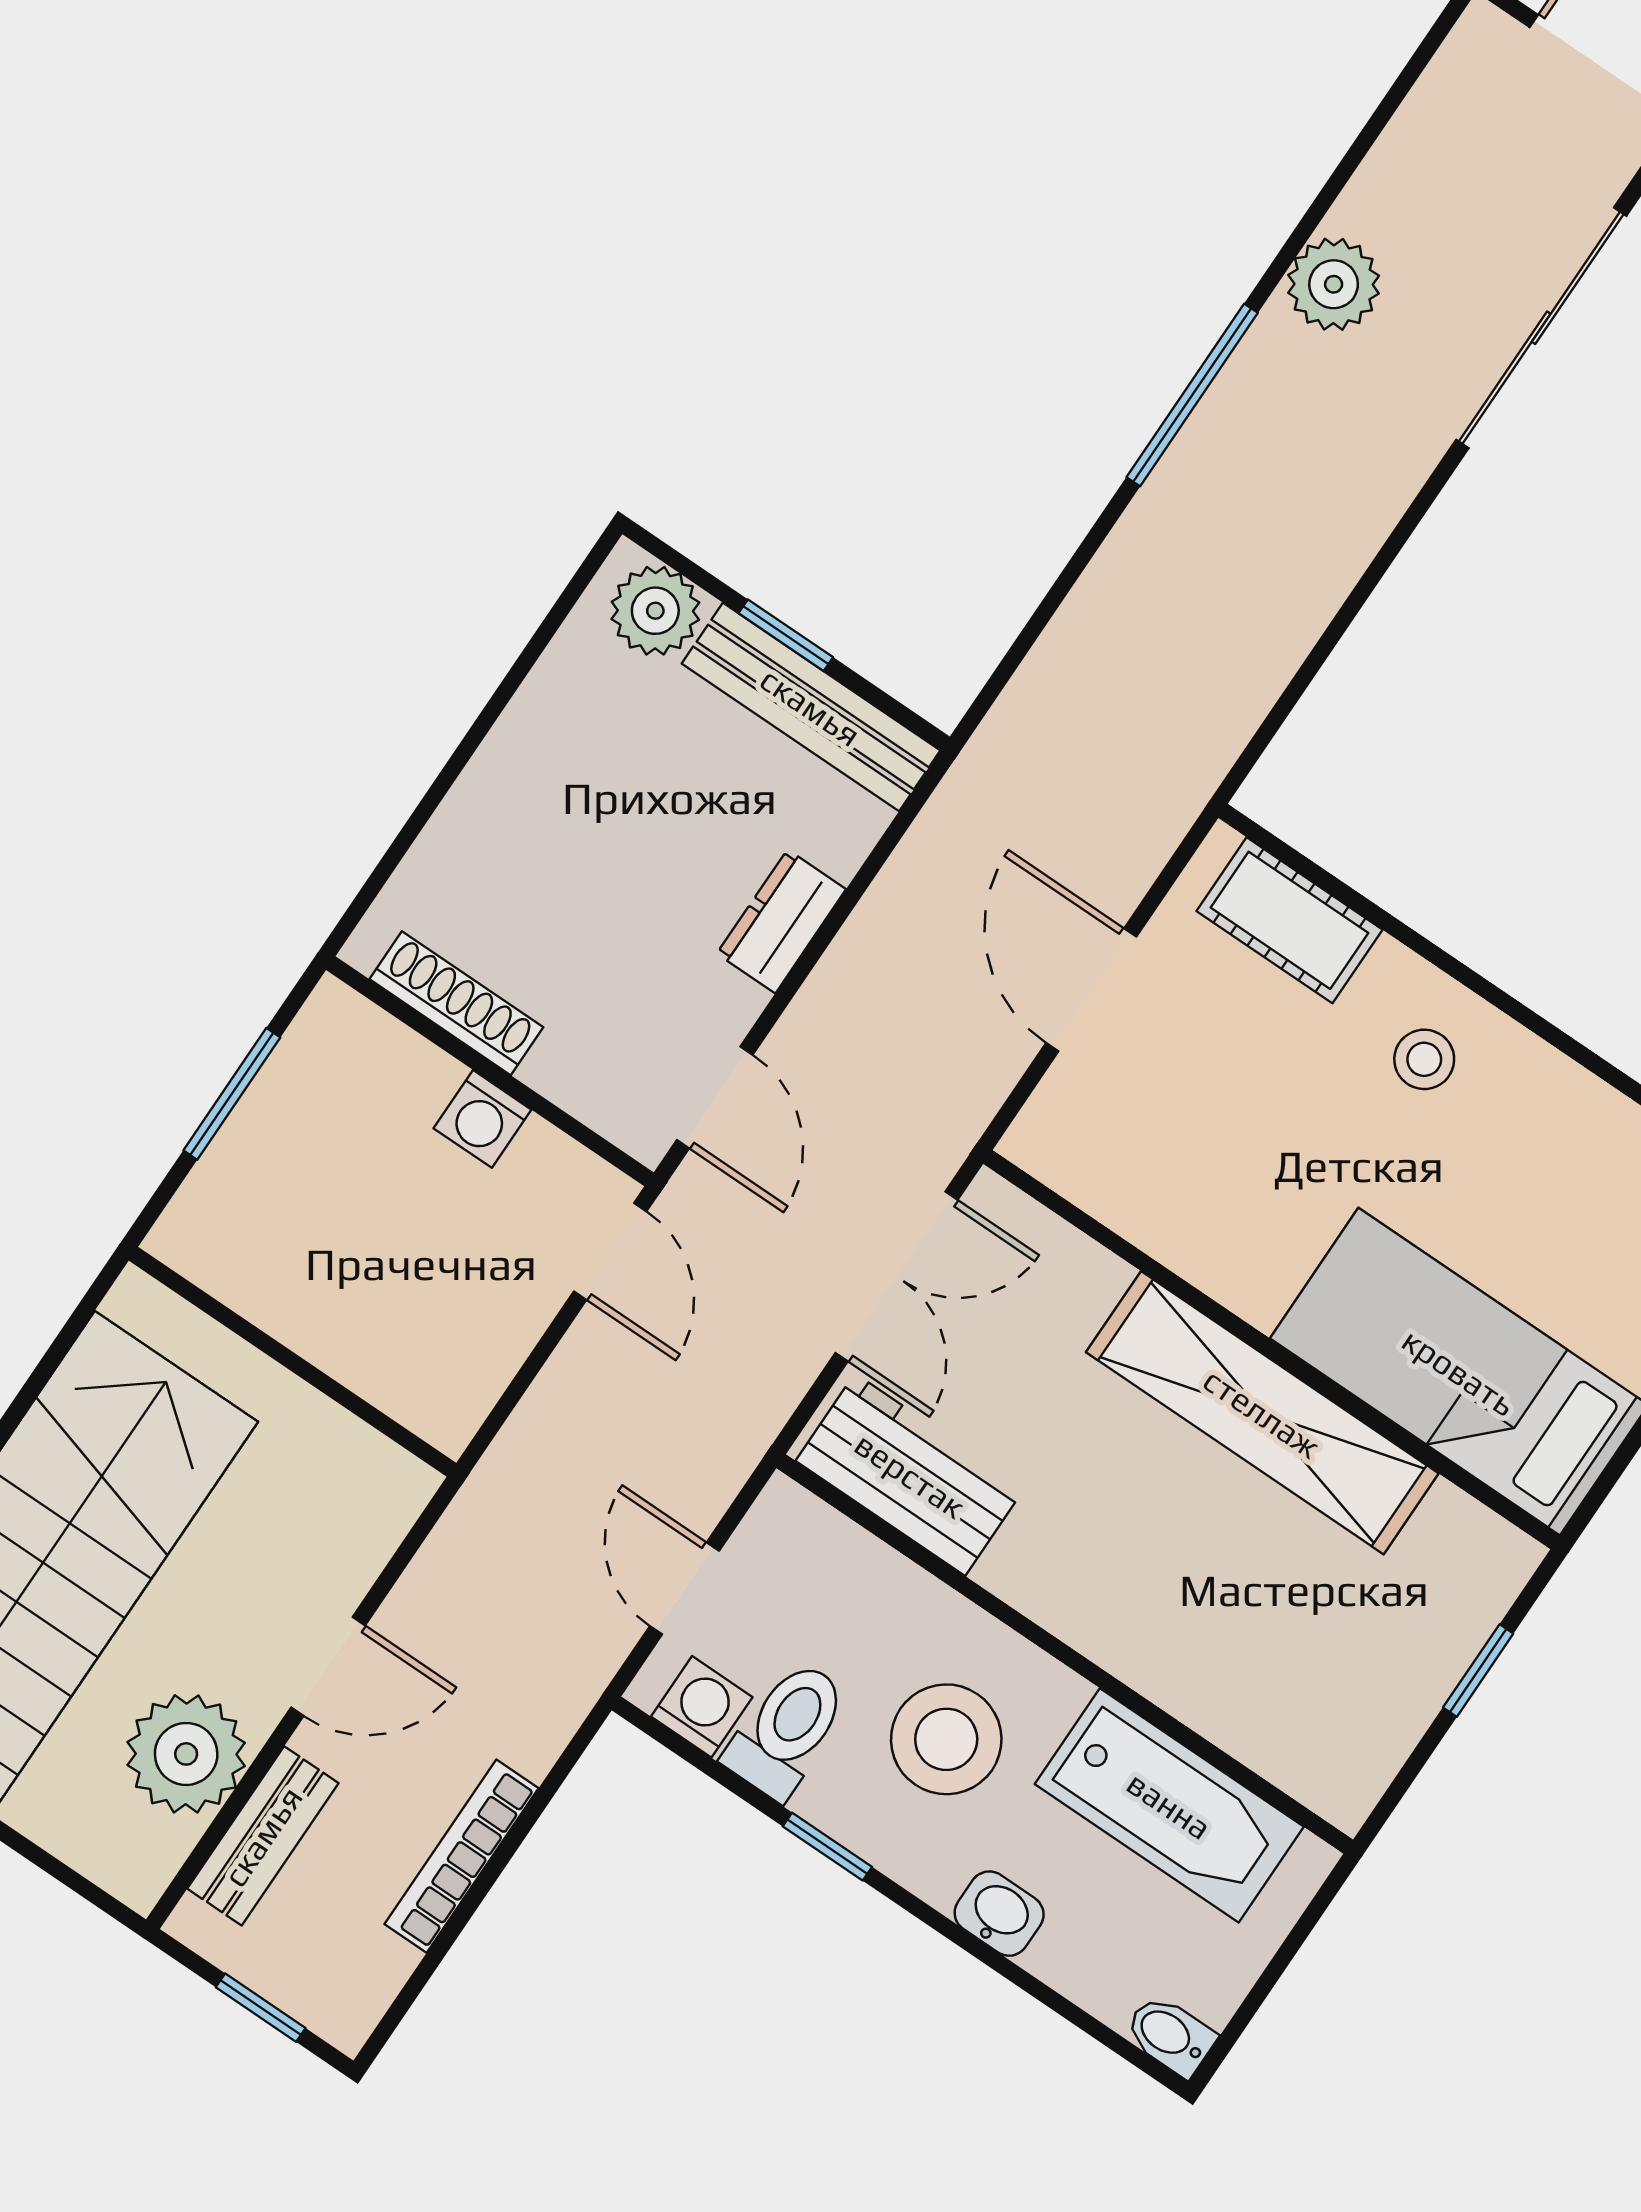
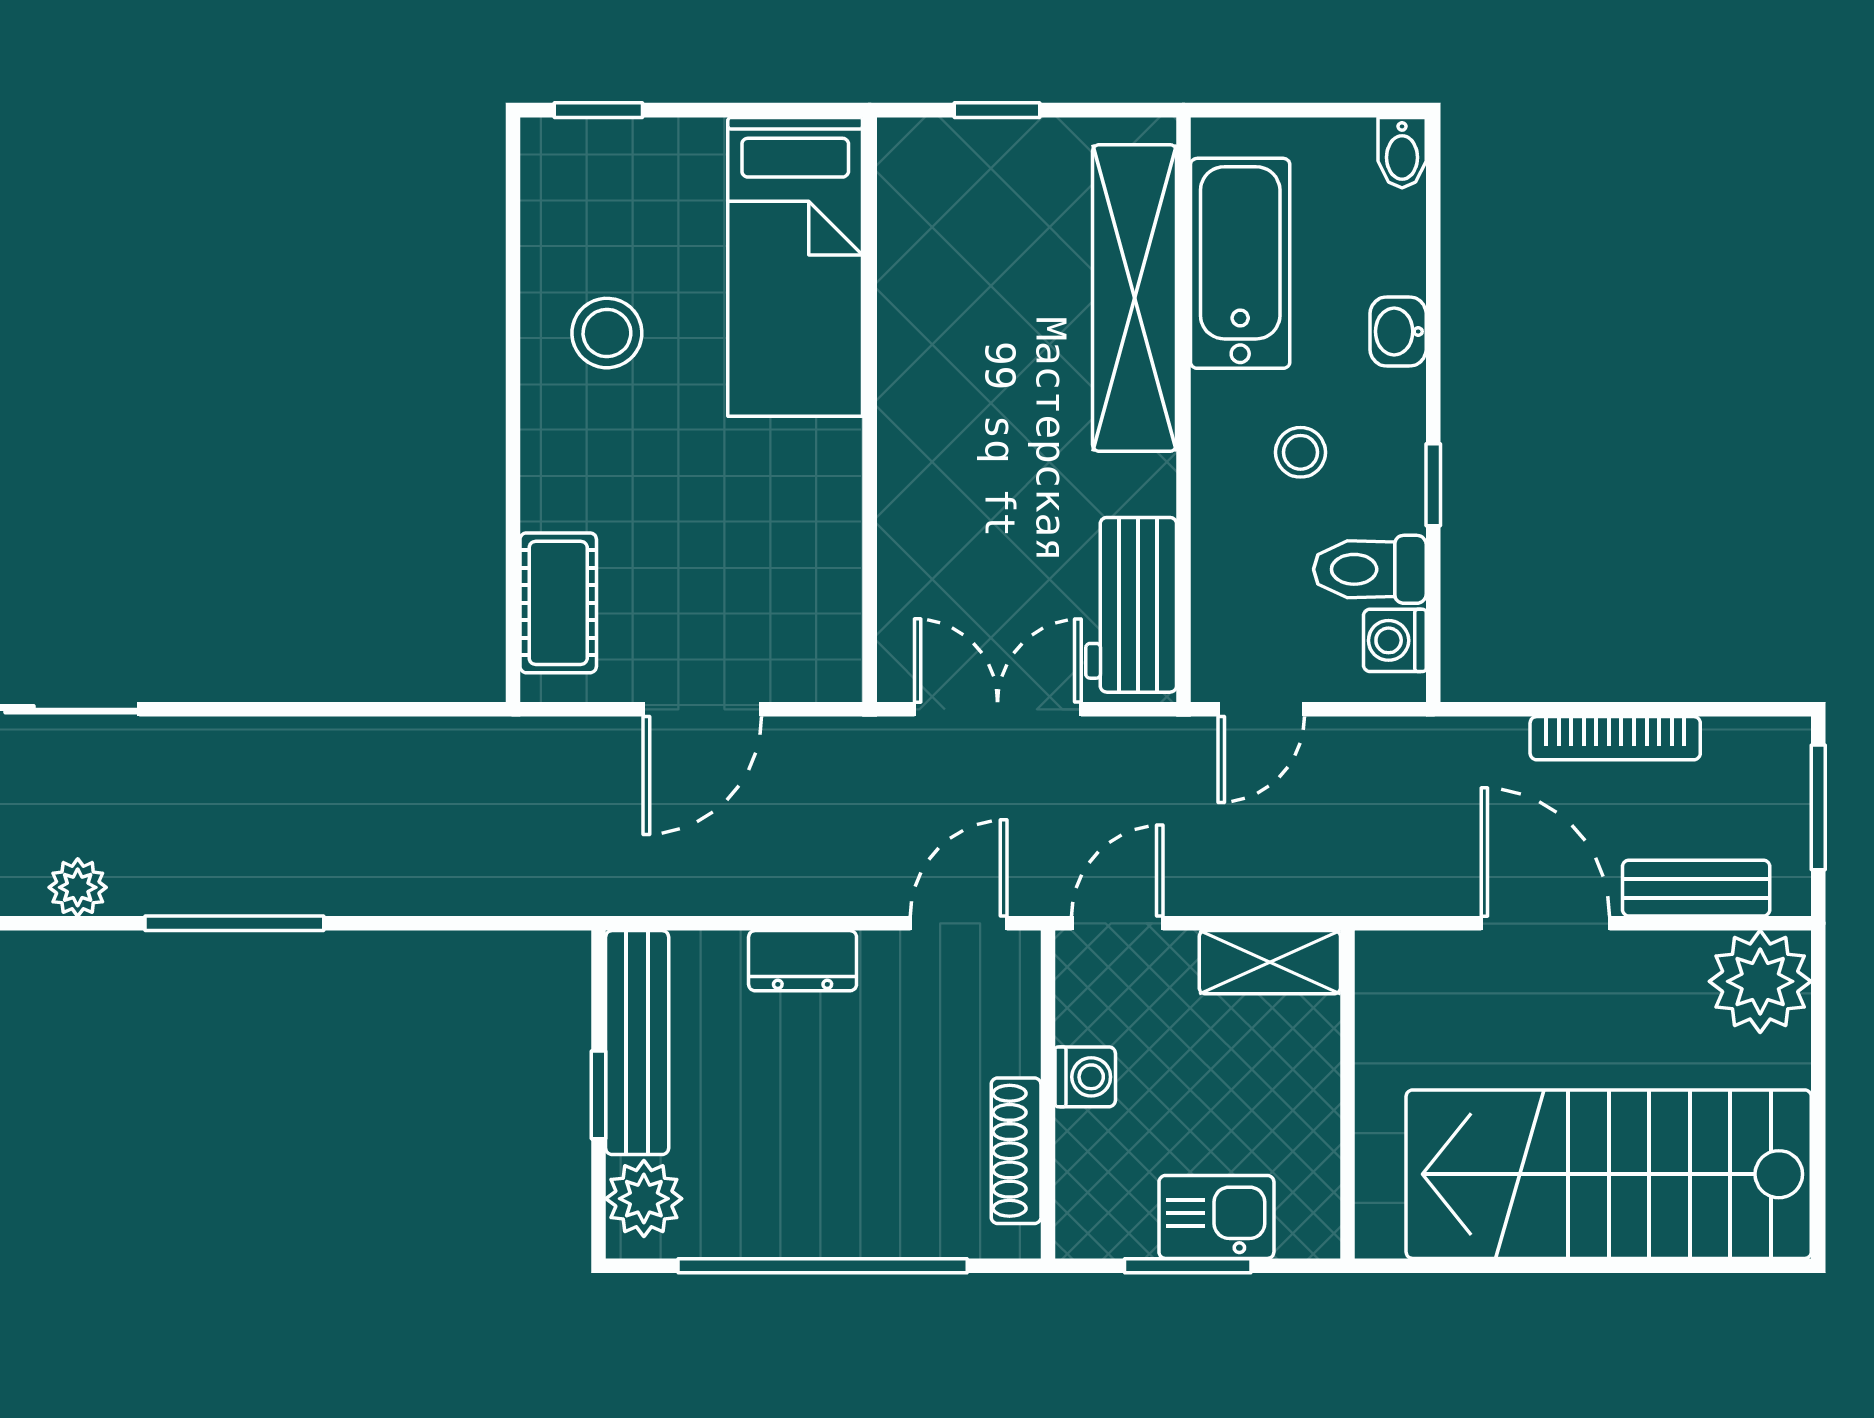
plant: (1334, 284) -> (78, 887), width x0.73, depth x0.73
window: (472, 740) -> (823, 1266), added
stool: (1424, 1059) -> (607, 333), moved, width x1.37, depth x1.37
kitchen sink: (260, 1154) -> (1216, 1217), added
shelving: (472, 1374) -> (1270, 962), added
shelving: (1262, 1413) -> (1135, 298), moved
door: (684, 1588) -> (1261, 709), moved
door: (328, 1666) -> (1545, 923), width x1.38
stool: (946, 1739) -> (1300, 452), width x0.53, depth x0.53
plant: (186, 1754) -> (1760, 981), moved
window: (261, 2008) -> (1818, 807), width x1.50

